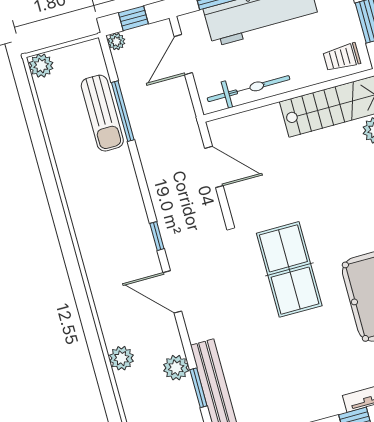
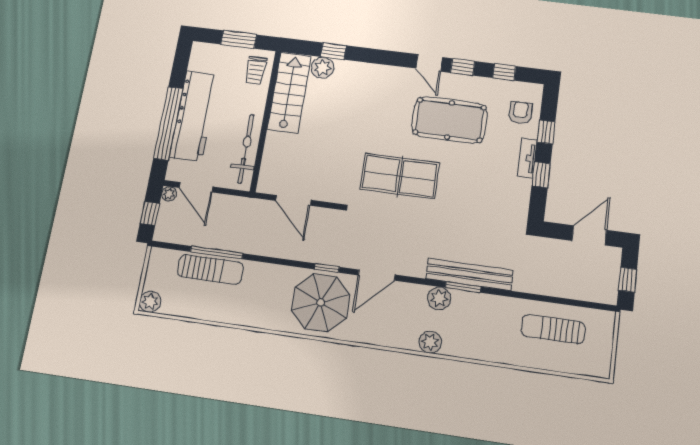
plant: (116, 41) -> (169, 194), moved
door: (214, 167) -> (293, 200), swing flipped
parasol: (118, 246) -> (321, 302), added
plant: (121, 358) -> (430, 342), moved

